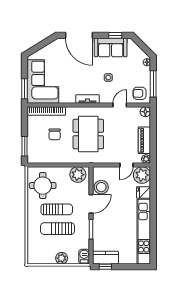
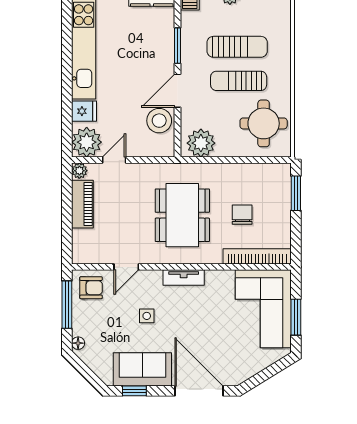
window: (25, 89) -> (296, 317), moved
floor lamp: (145, 112) -> (81, 255), removed

